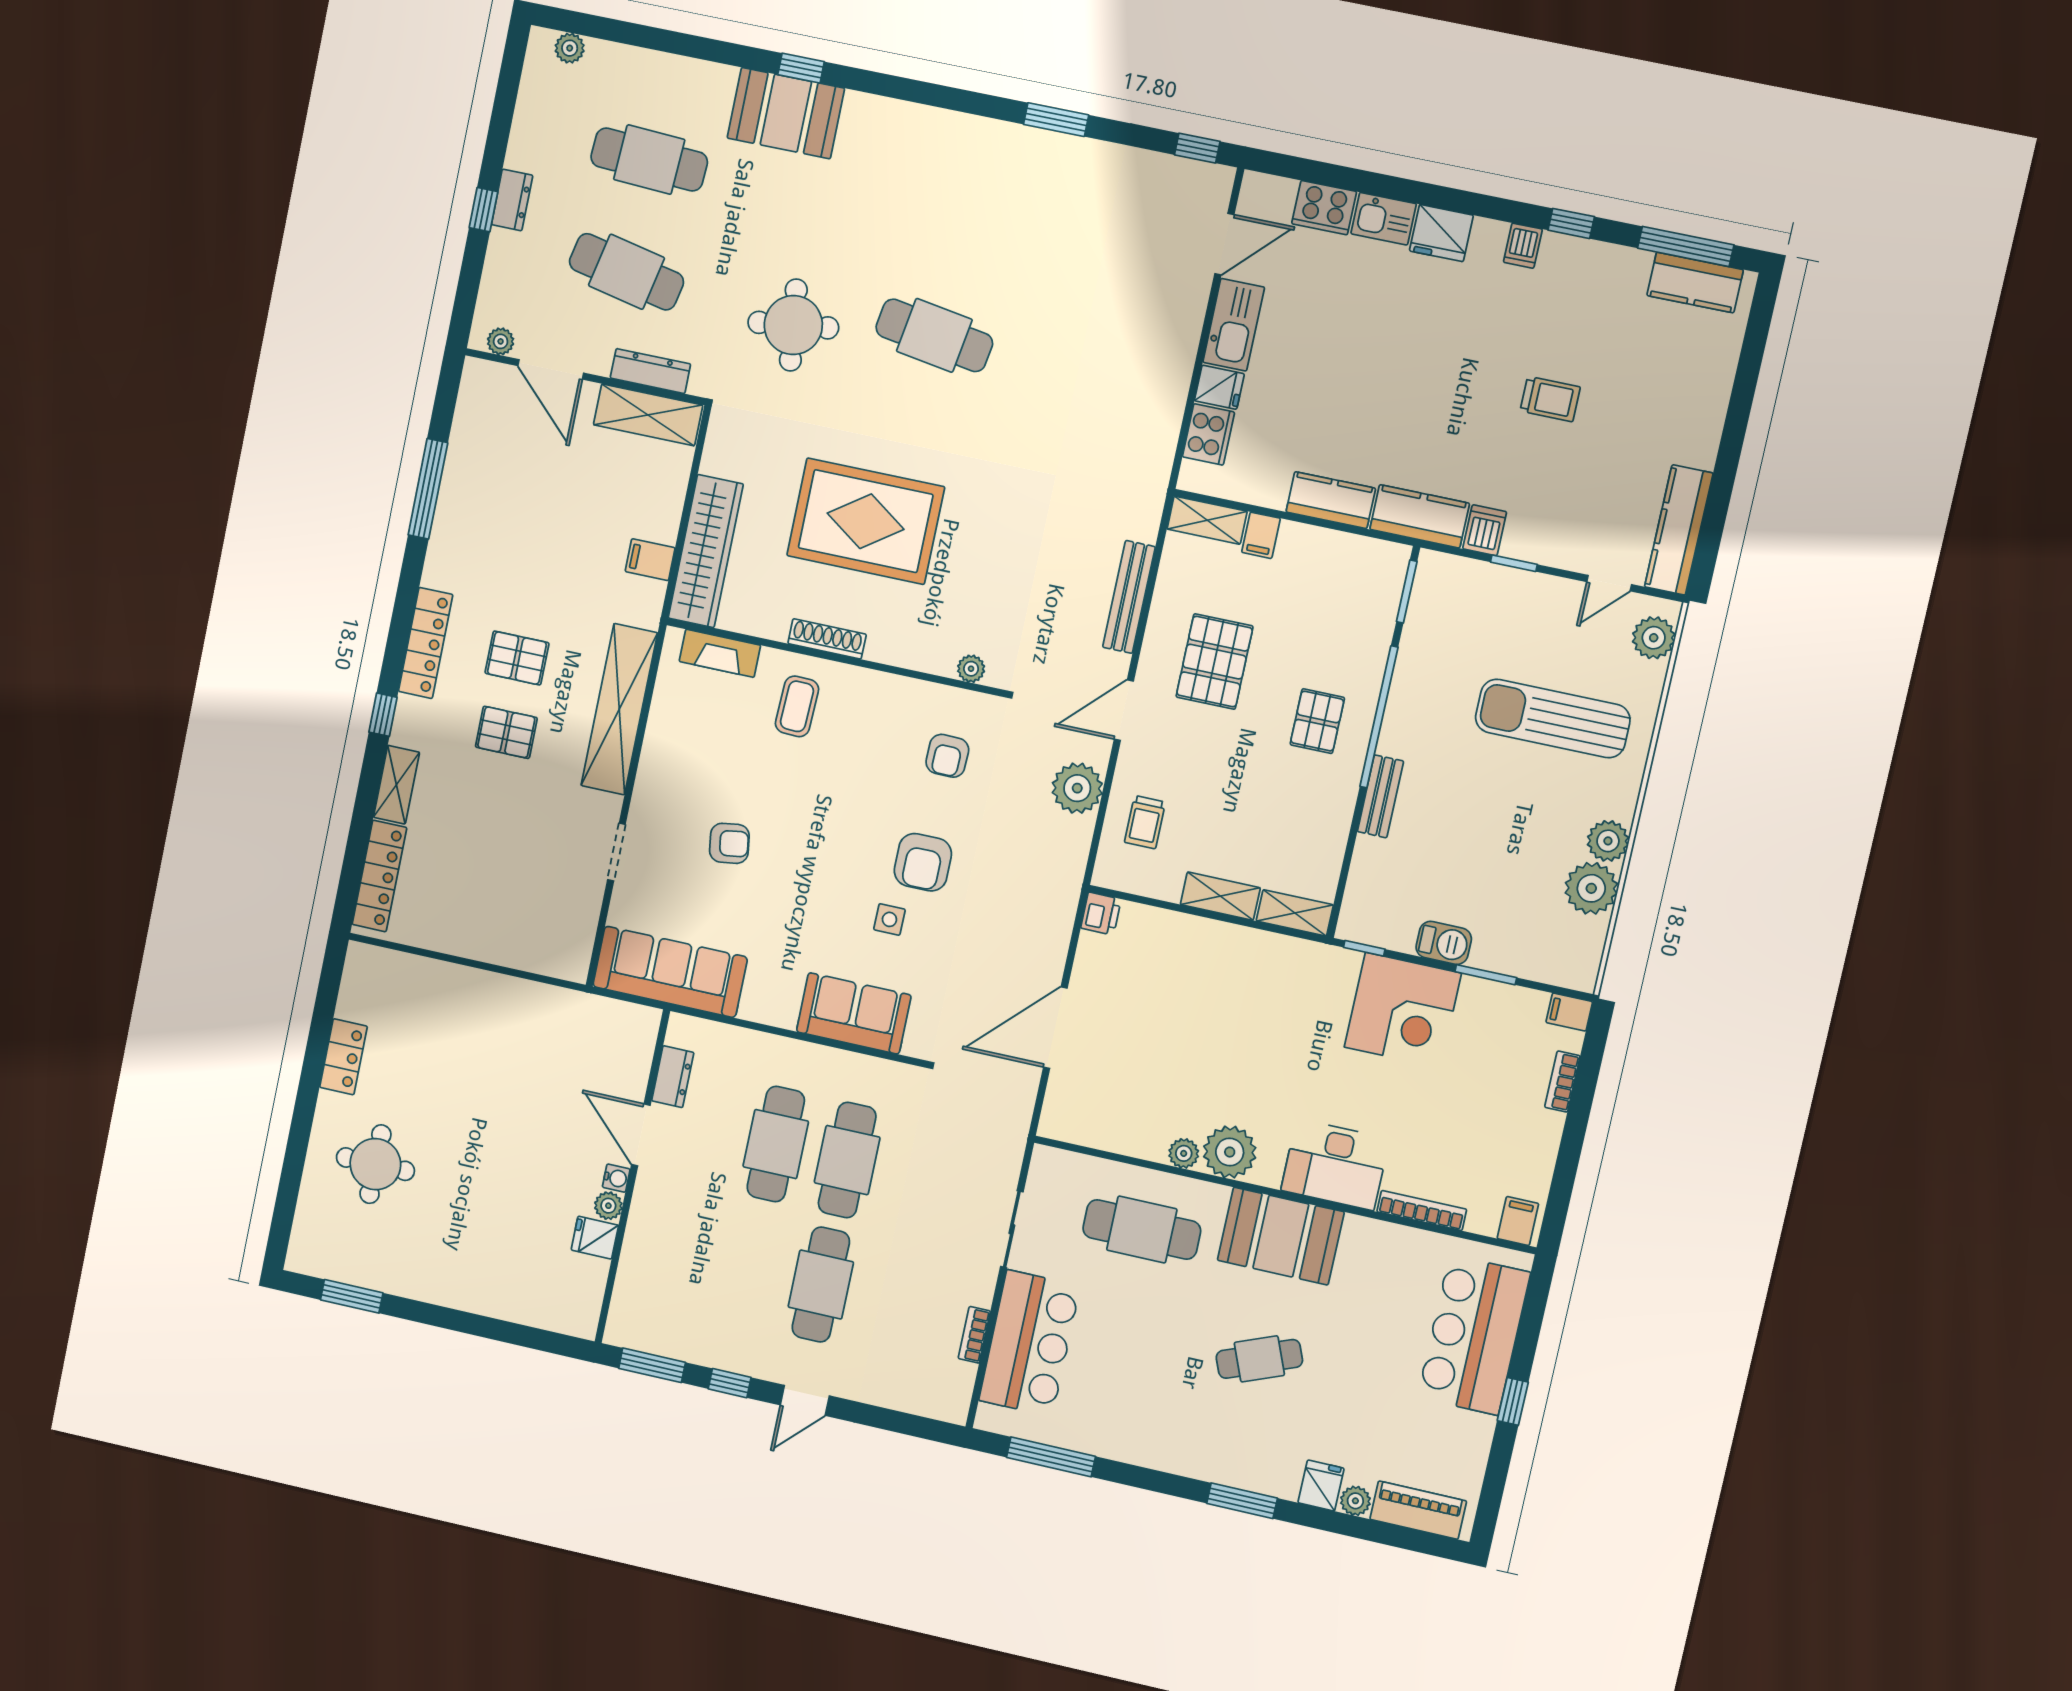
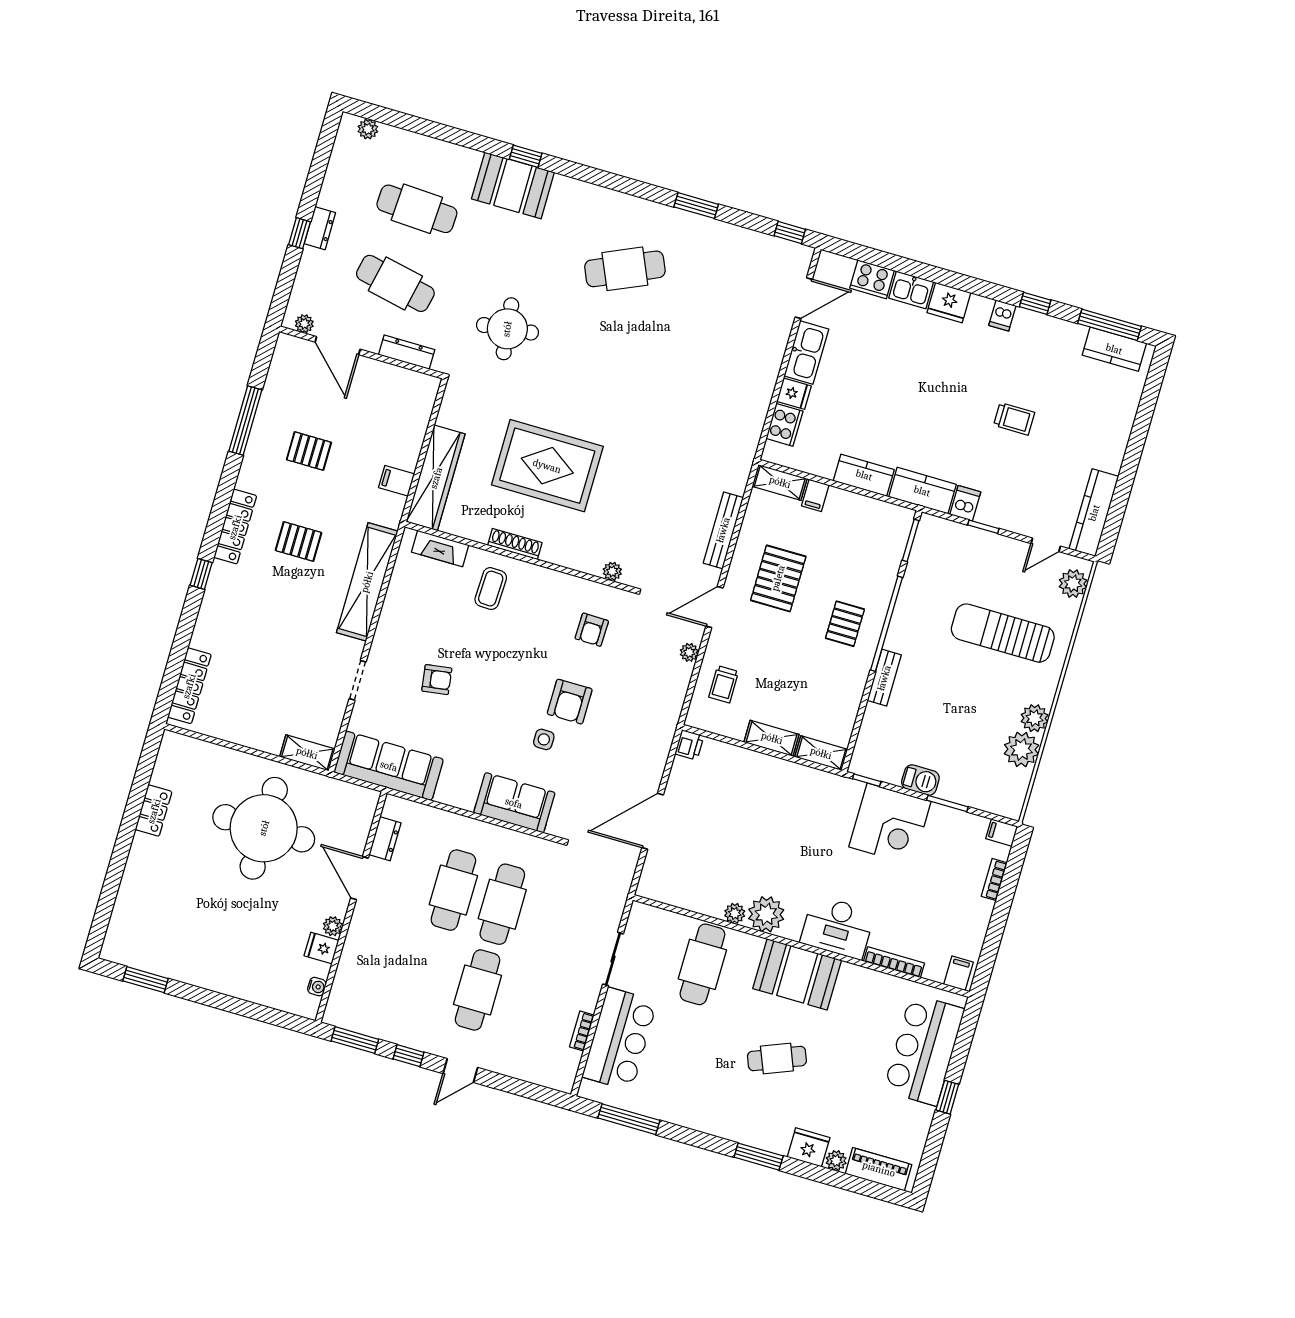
cafe table: (934, 335) -> (625, 269), moved, turned -33
shelving: (648, 415) -> (403, 382), removed
pallet: (506, 732) -> (309, 451), moved
shelving: (396, 785) -> (307, 753), moved, turned 90
plant: (1077, 788) -> (689, 652), width x0.53, depth x0.53
round table: (375, 1164) -> (264, 828), moved, width x1.86, depth x1.86
water cooler: (616, 1178) -> (317, 987), moved
cafe table: (1142, 1230) -> (702, 964), turned 90
fridge: (1321, 1486) -> (809, 1147), width x1.38

